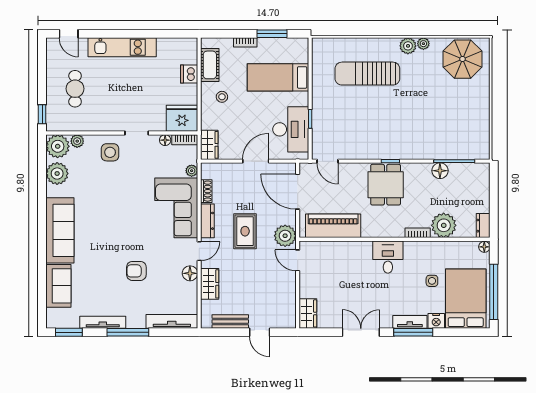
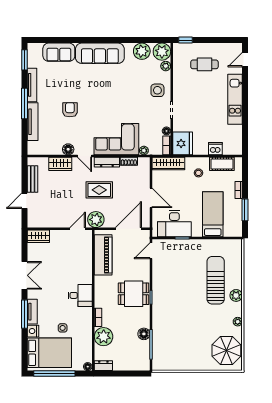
plant: (408, 46) -> (236, 295), moved
wardrobe: (209, 145) -> (168, 164), width x1.50
tv unit: (172, 321) -> (33, 122), moved

